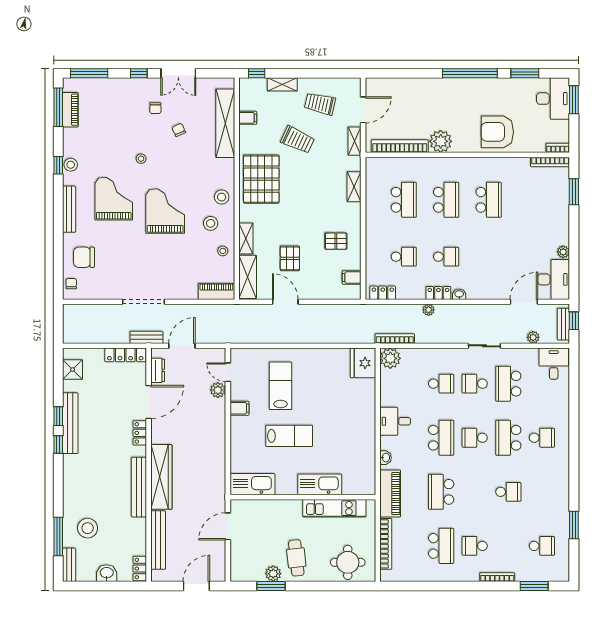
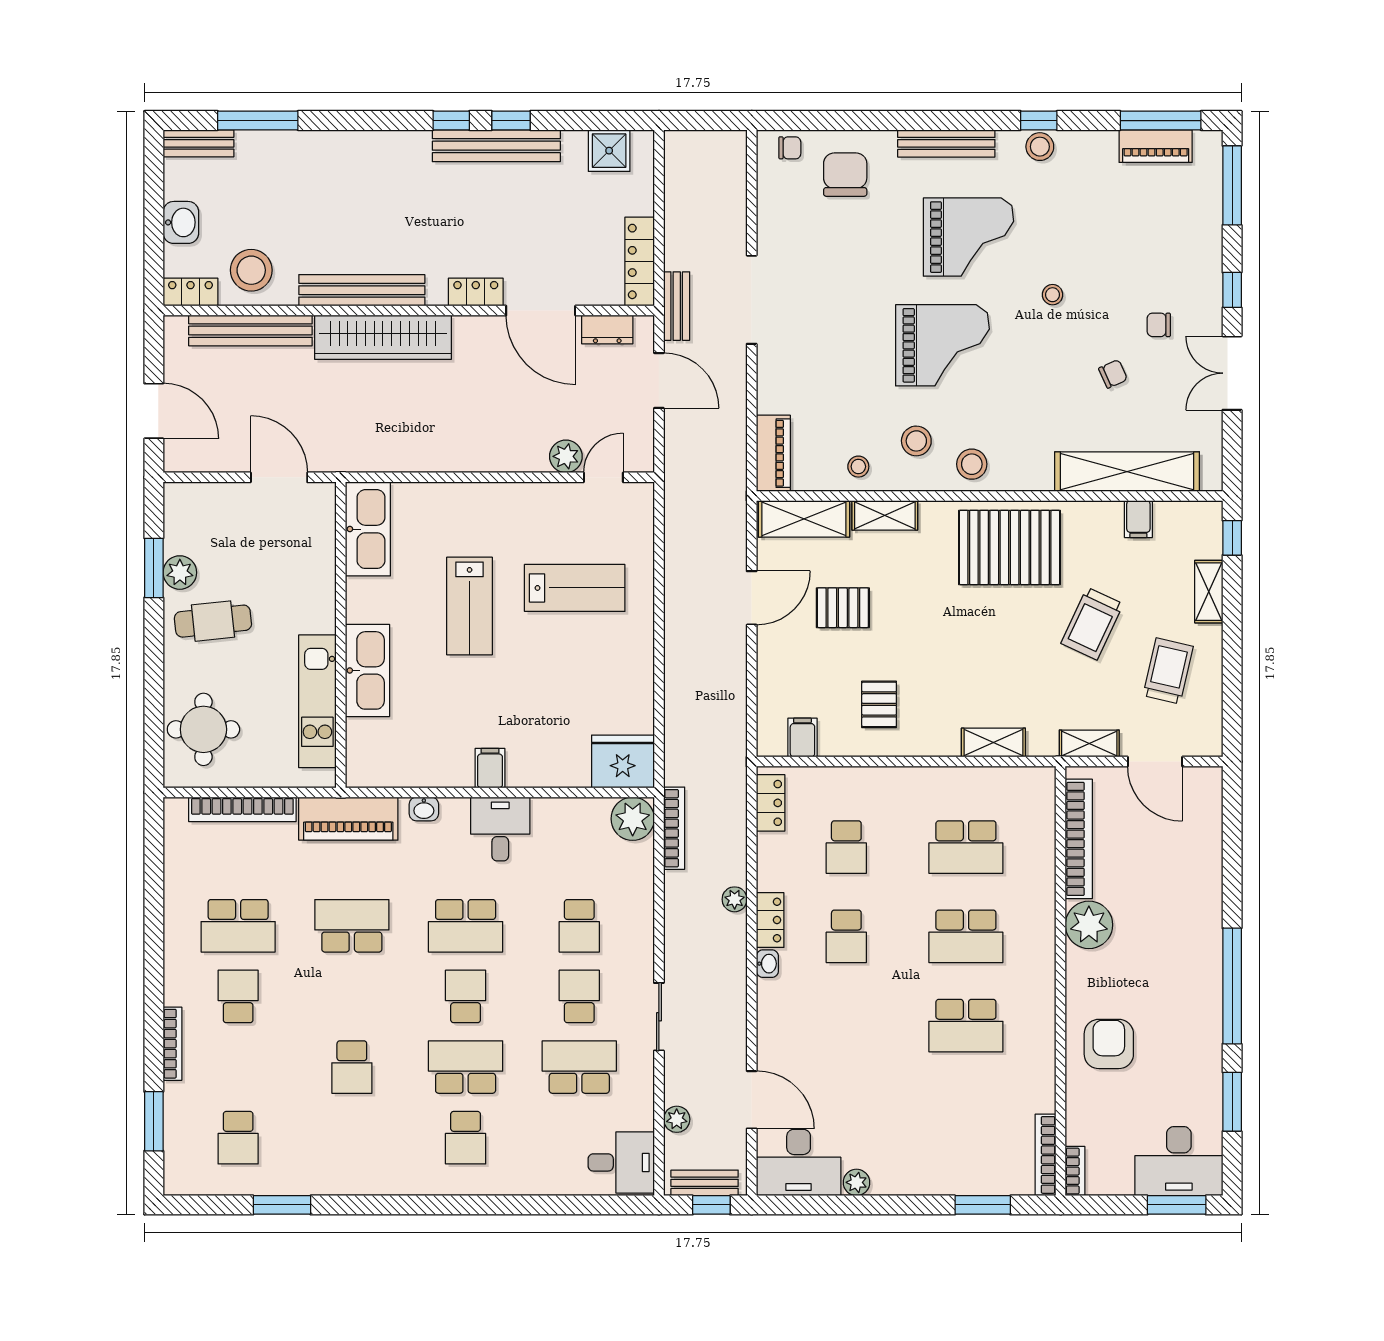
armchair: (497, 132) -> (1109, 1044), width x0.73, depth x0.73
filing cabinet: (240, 408) -> (490, 768), moved, turned 180
stool: (88, 528) -> (251, 270), moved

